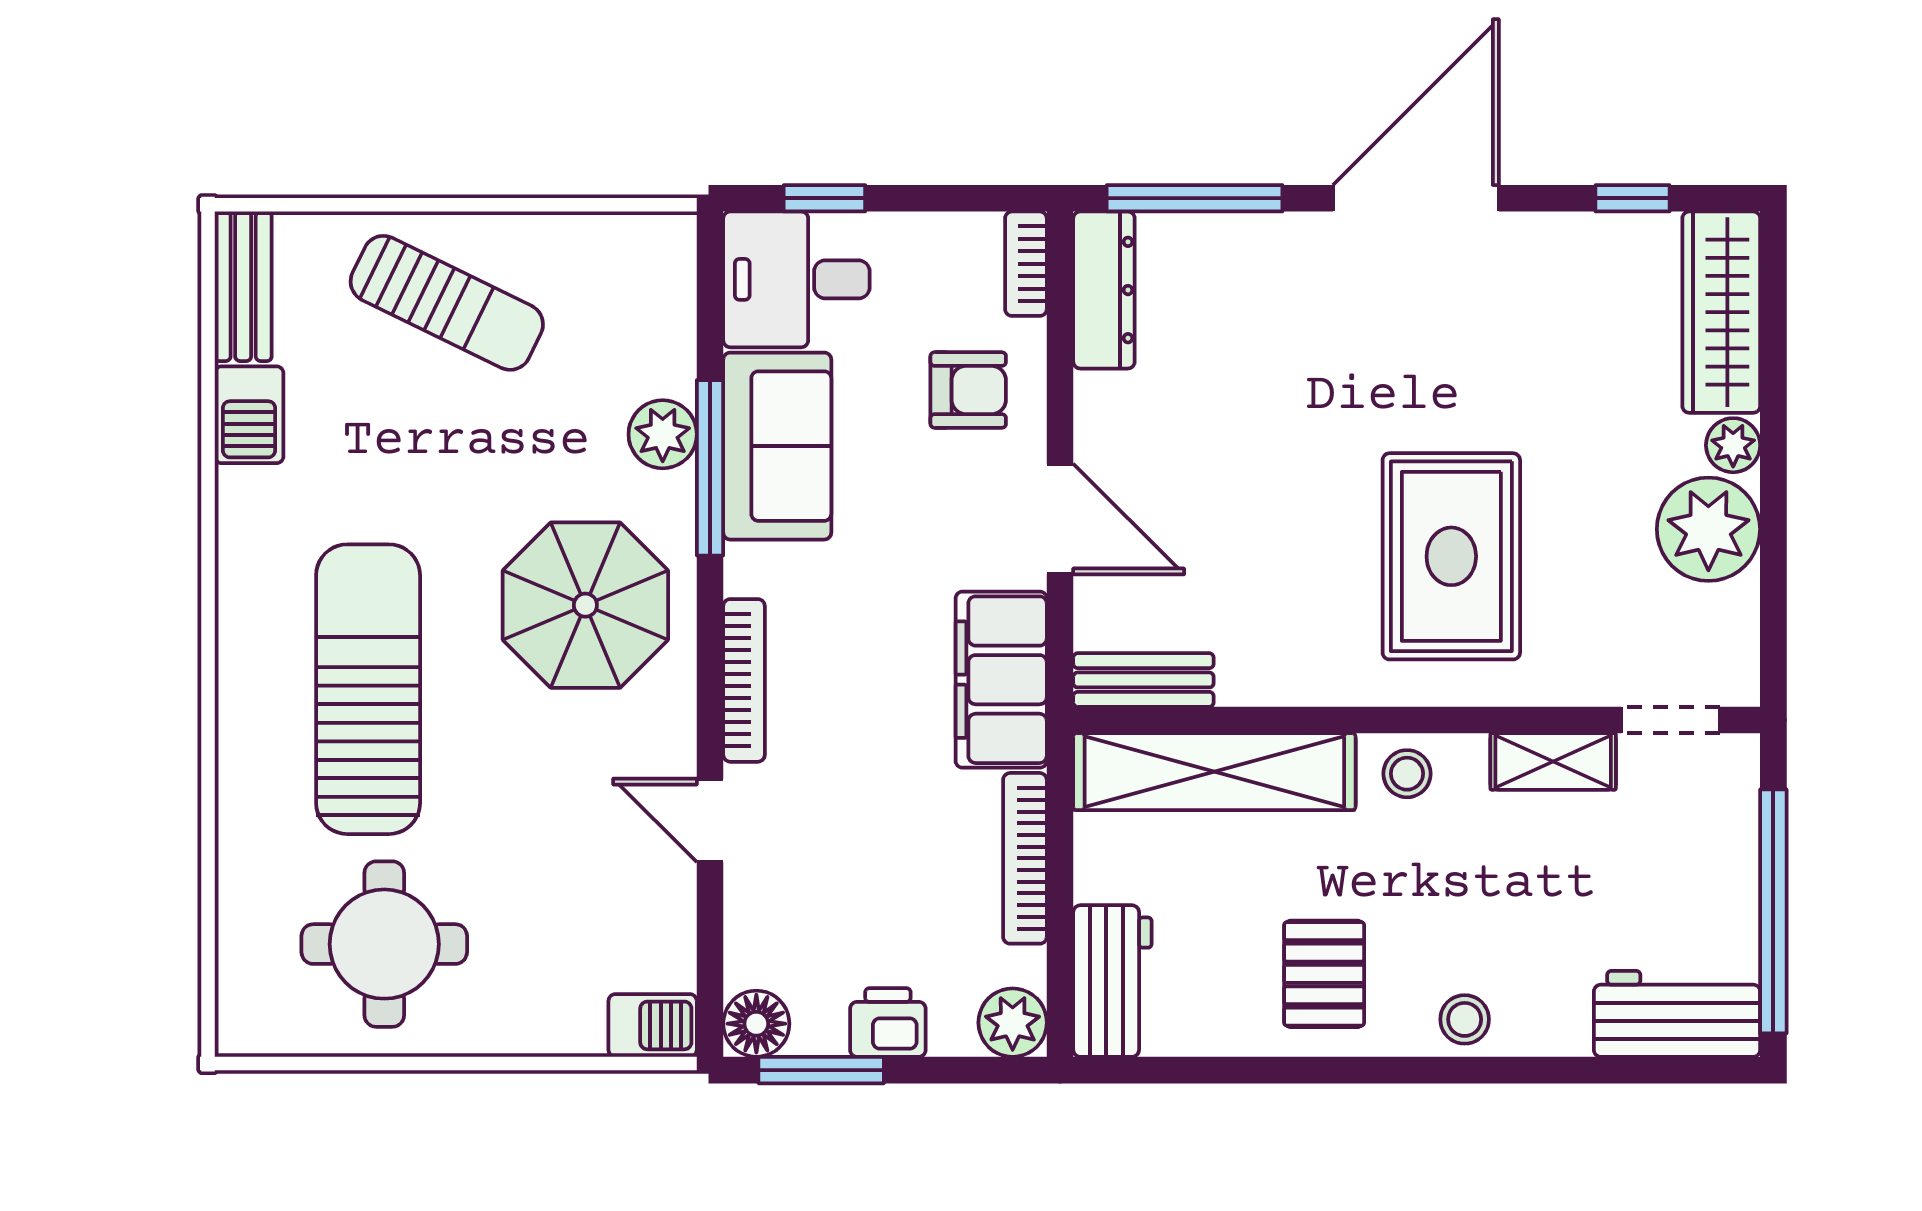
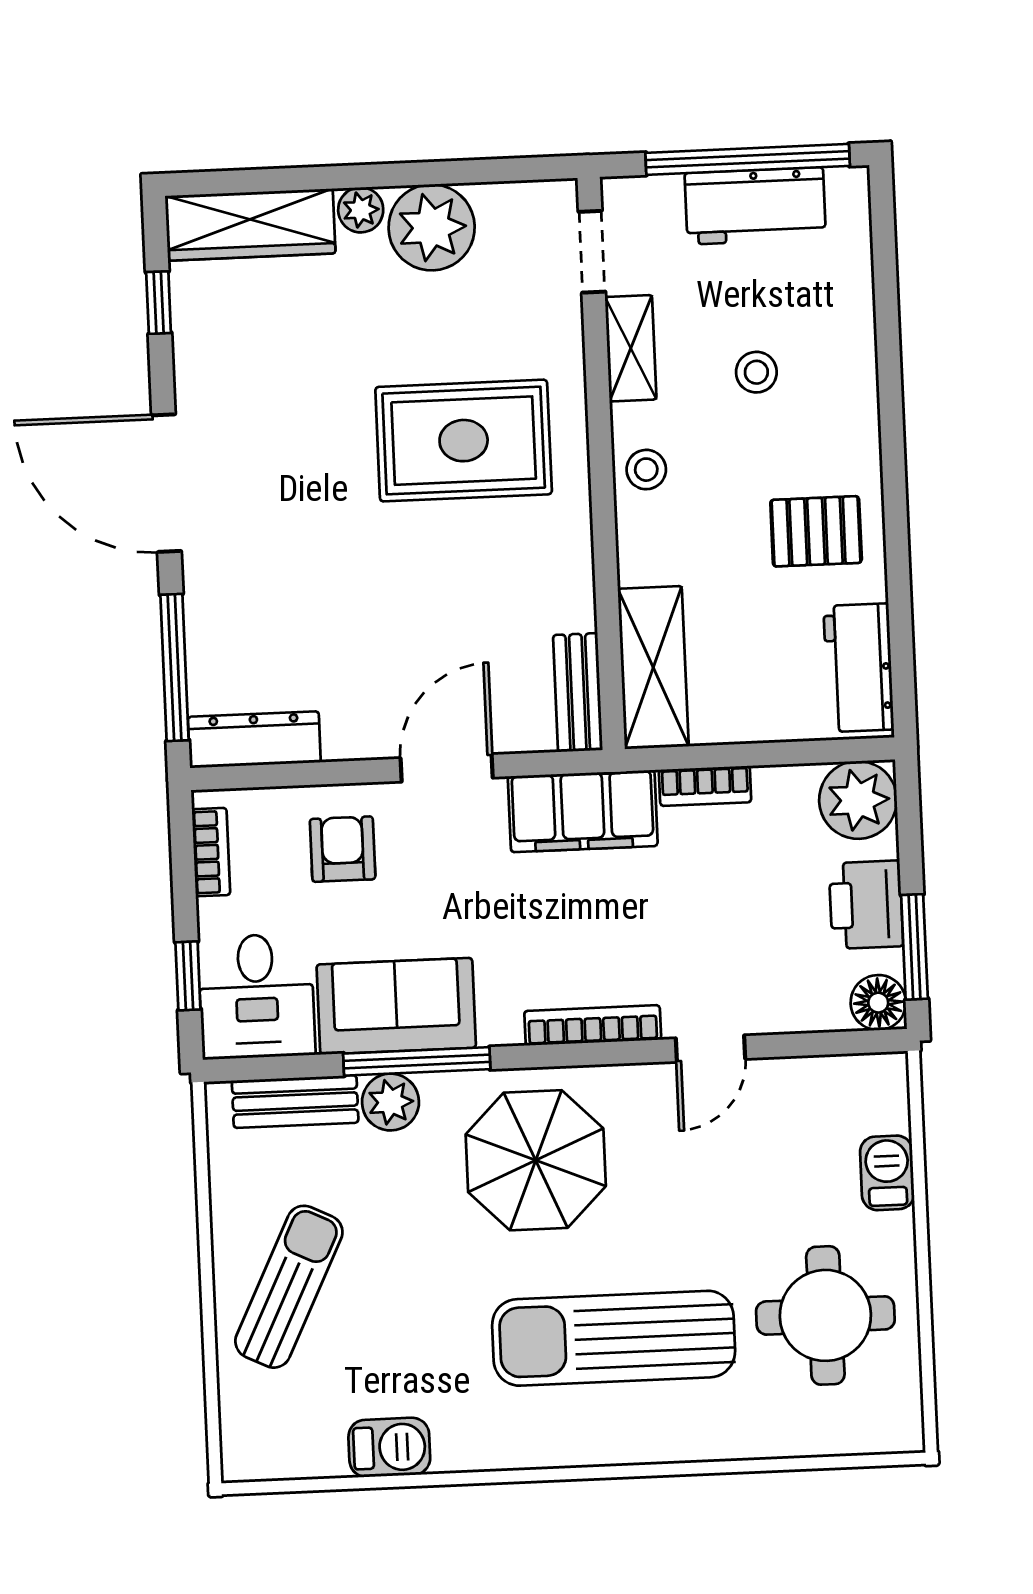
bookcase: (1026, 264) -> (211, 852), moved, turned -90
bench: (243, 286) -> (295, 1102), moved
shelving: (1214, 772) -> (653, 668), width x0.68
bookcase: (1025, 858) -> (705, 786), width x0.64
workbench: (1112, 981) -> (859, 668), moved, turned -90
workbench: (1677, 1014) -> (755, 206), moved, turned -90
stool: (1465, 1019) -> (756, 372), moved
printer: (888, 1022) -> (866, 905), width x1.36, depth x1.24
plant: (1013, 1023) -> (858, 800), width x1.36, depth x1.36
barbecue: (653, 1025) -> (887, 1173), moved

